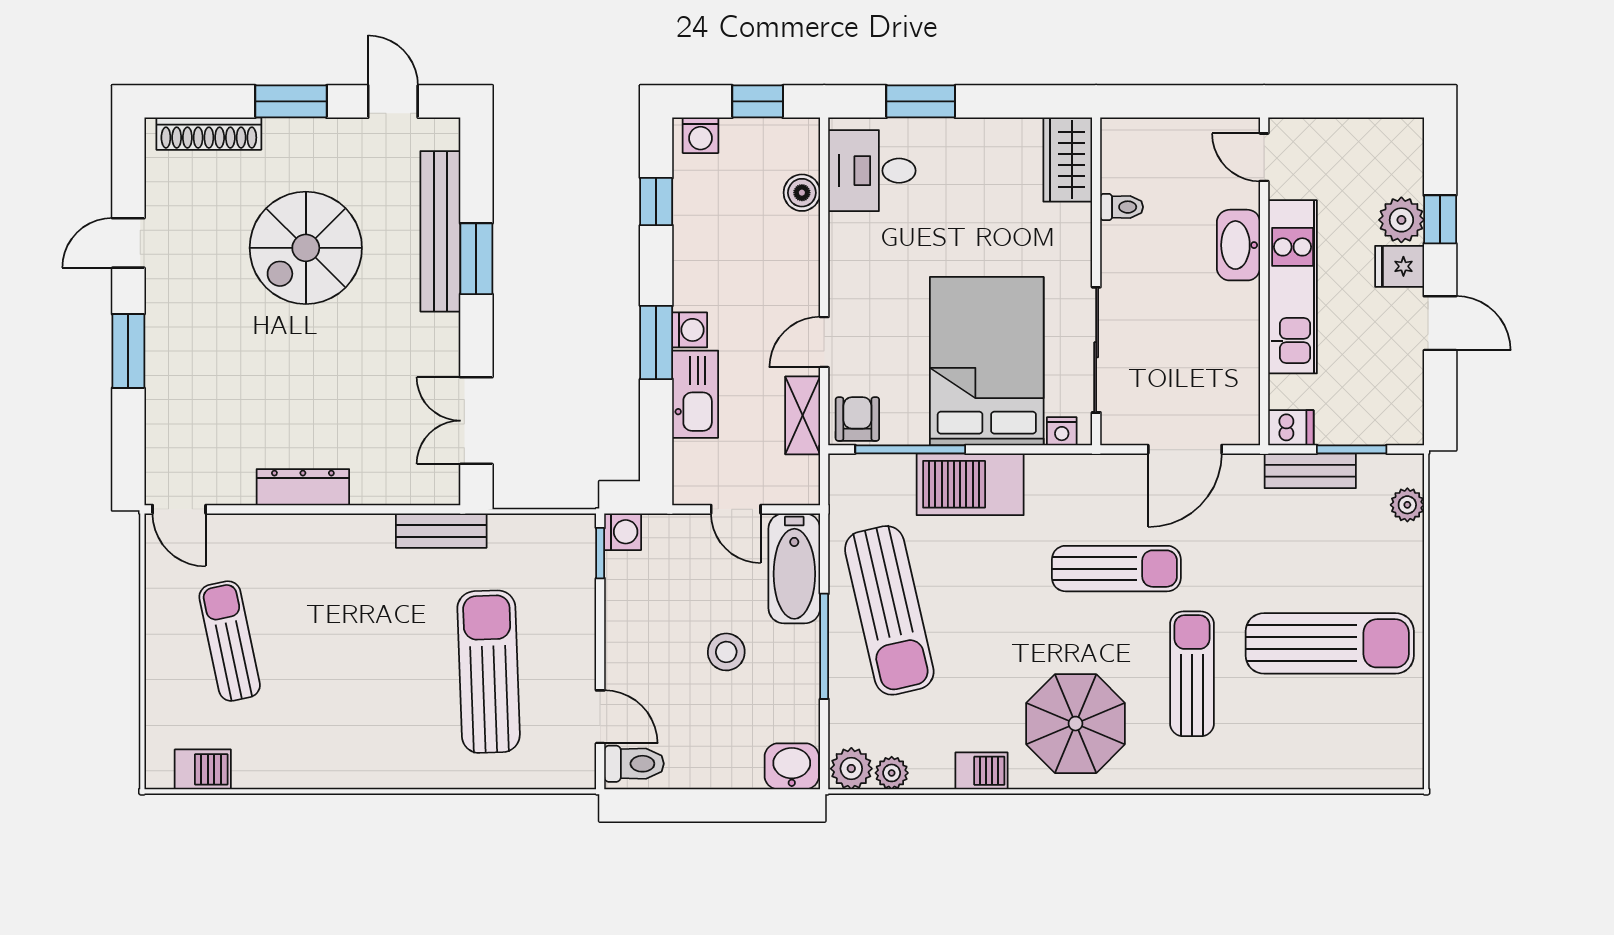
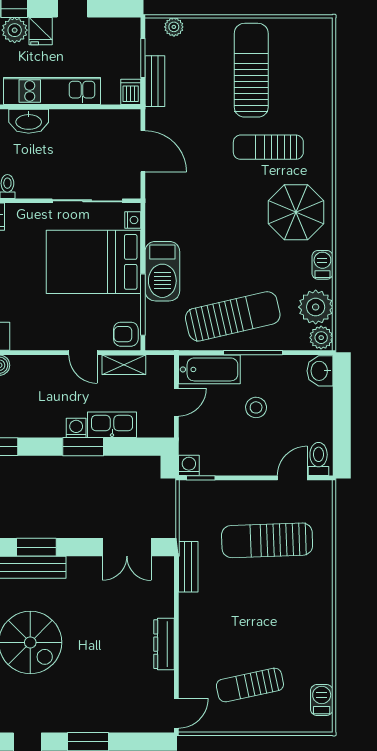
sun lounger: (1116, 569) -> (209, 189), removed
plant: (892, 773) -> (316, 307), width x1.88, depth x1.88

